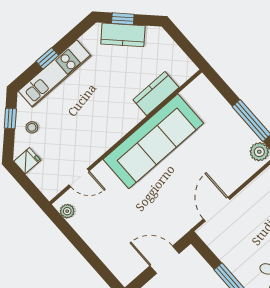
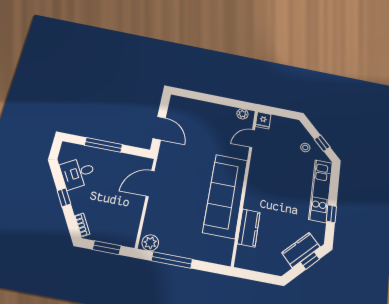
window: (47, 58) -> (331, 214), moved
fridge: (27, 161) -> (263, 120), moved
door: (217, 209) -> (150, 184), swing flipped
door: (165, 260) -> (159, 128), hinge flipped

